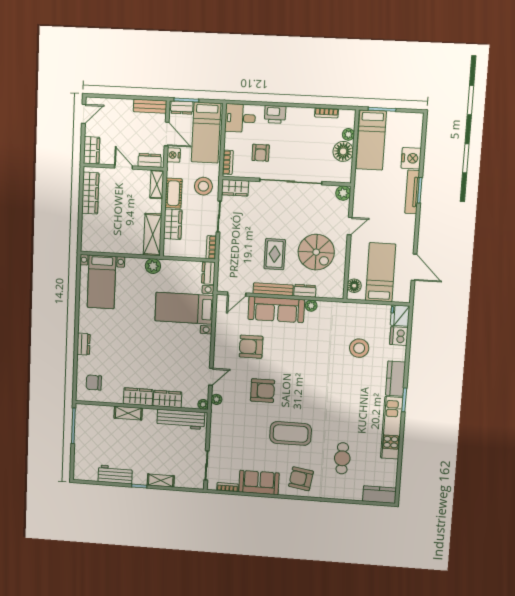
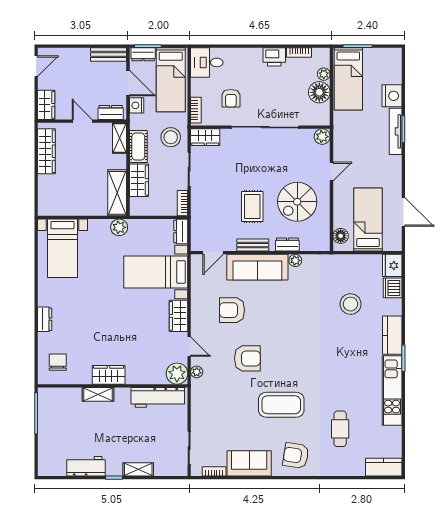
printer: (275, 114) -> (274, 57), moved
spiral stairs: (316, 252) -> (297, 202), turned 90
bench: (273, 289) -> (253, 245), width x0.73
door: (211, 377) -> (189, 347), hinge flipped
chair: (94, 383) -> (58, 362), turned 90
wardrobe: (167, 399) -> (179, 316), moved, turned -90
plant: (203, 404) -> (177, 374), width x1.87, depth x1.87

